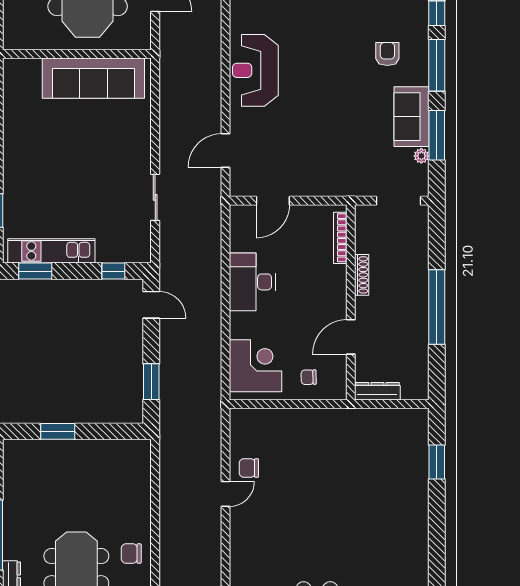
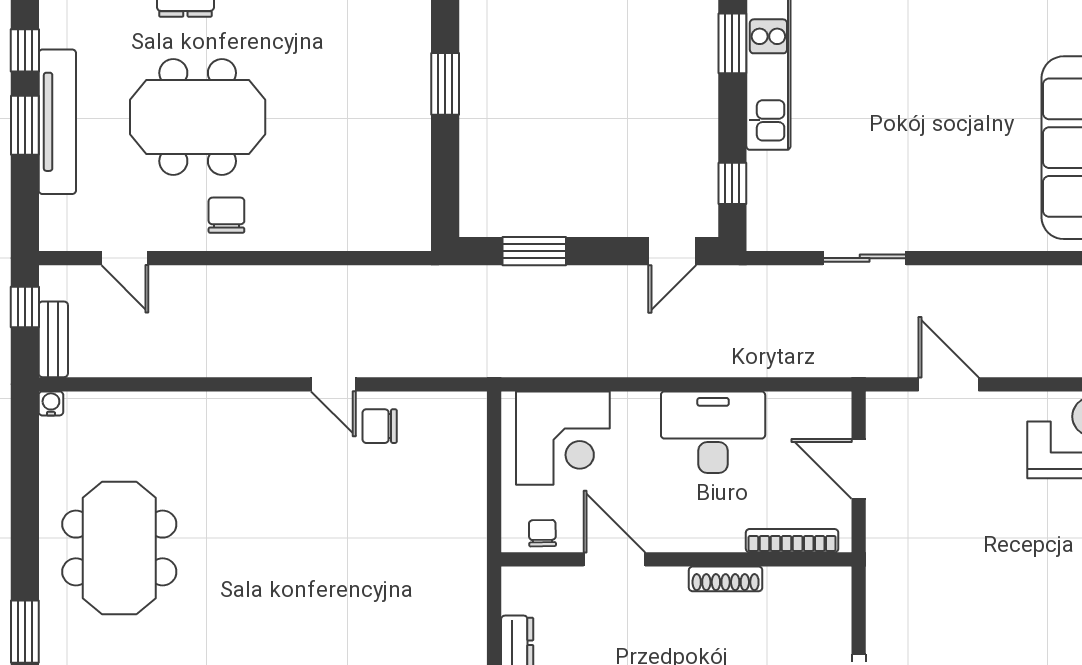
bookcase: (340, 238) -> (792, 541), moved
shoe rack: (362, 275) -> (726, 579), moved
wall: (351, 302) -> (676, 559), moved
door: (351, 337) -> (614, 559), moved
chair: (249, 468) -> (380, 426), turned -90

